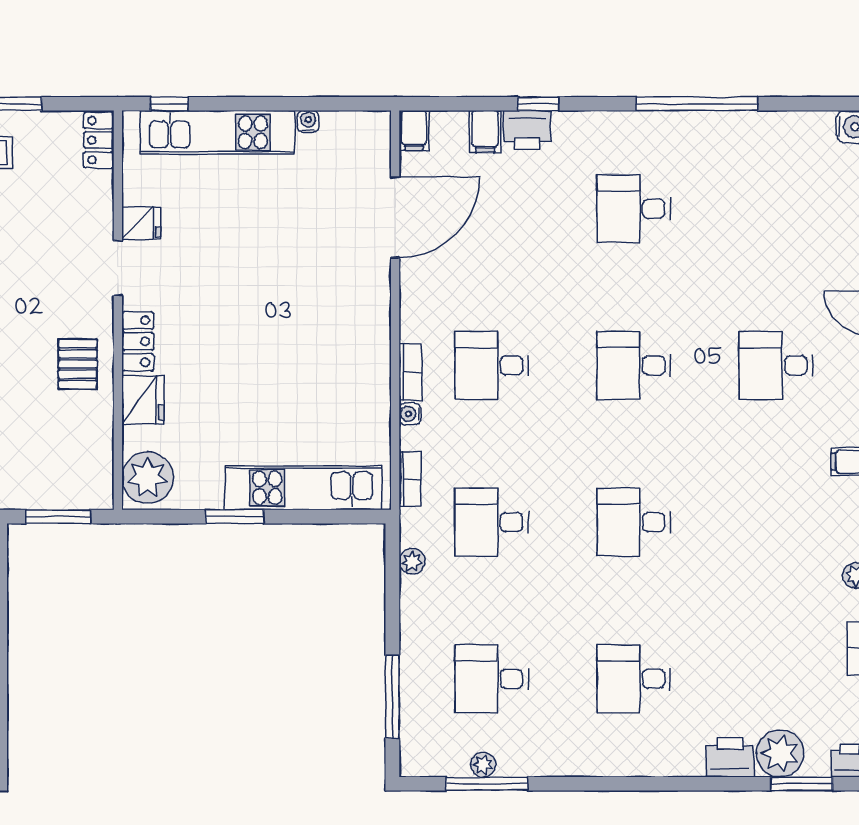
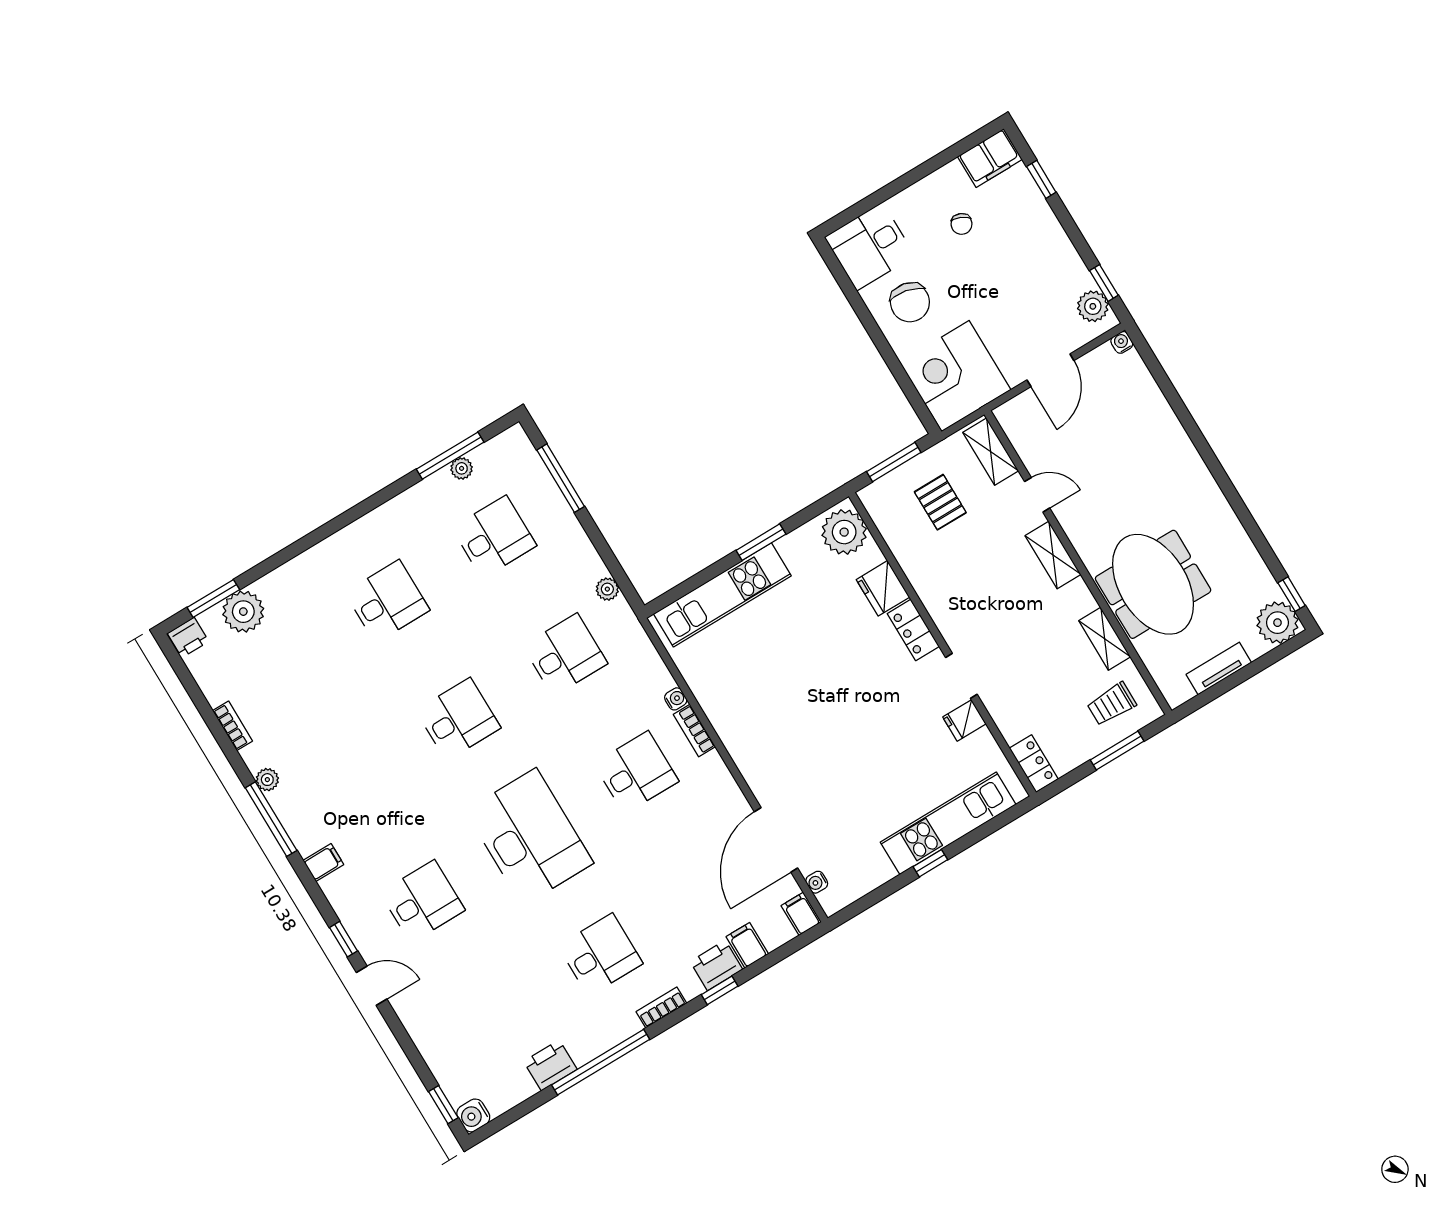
window: (169, 104) -> (930, 863), moved
water cooler: (308, 121) -> (817, 882), moved, turned 90
pallet: (78, 364) -> (940, 502), moved
desk: (634, 365) -> (529, 837), width x1.87, depth x1.30
bookcase: (410, 479) -> (661, 1008), moved, turned 90
printer: (730, 757) -> (550, 1065), moved, turned 180

